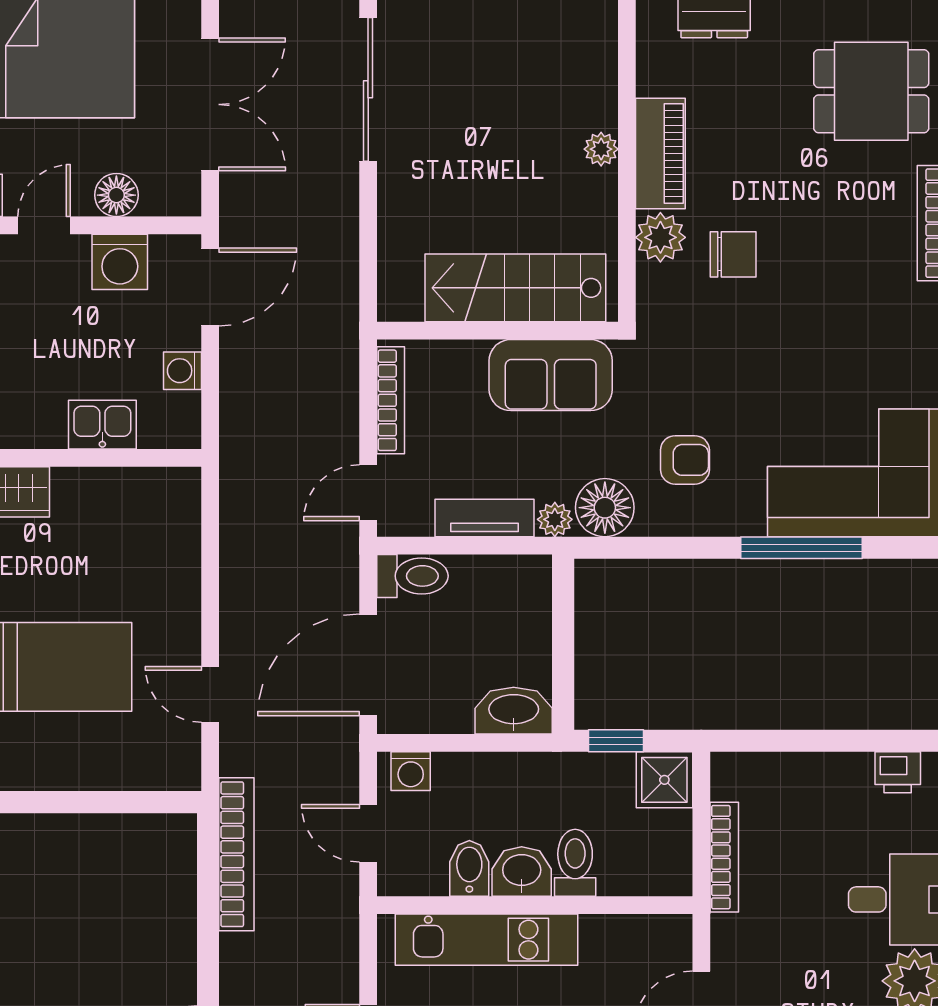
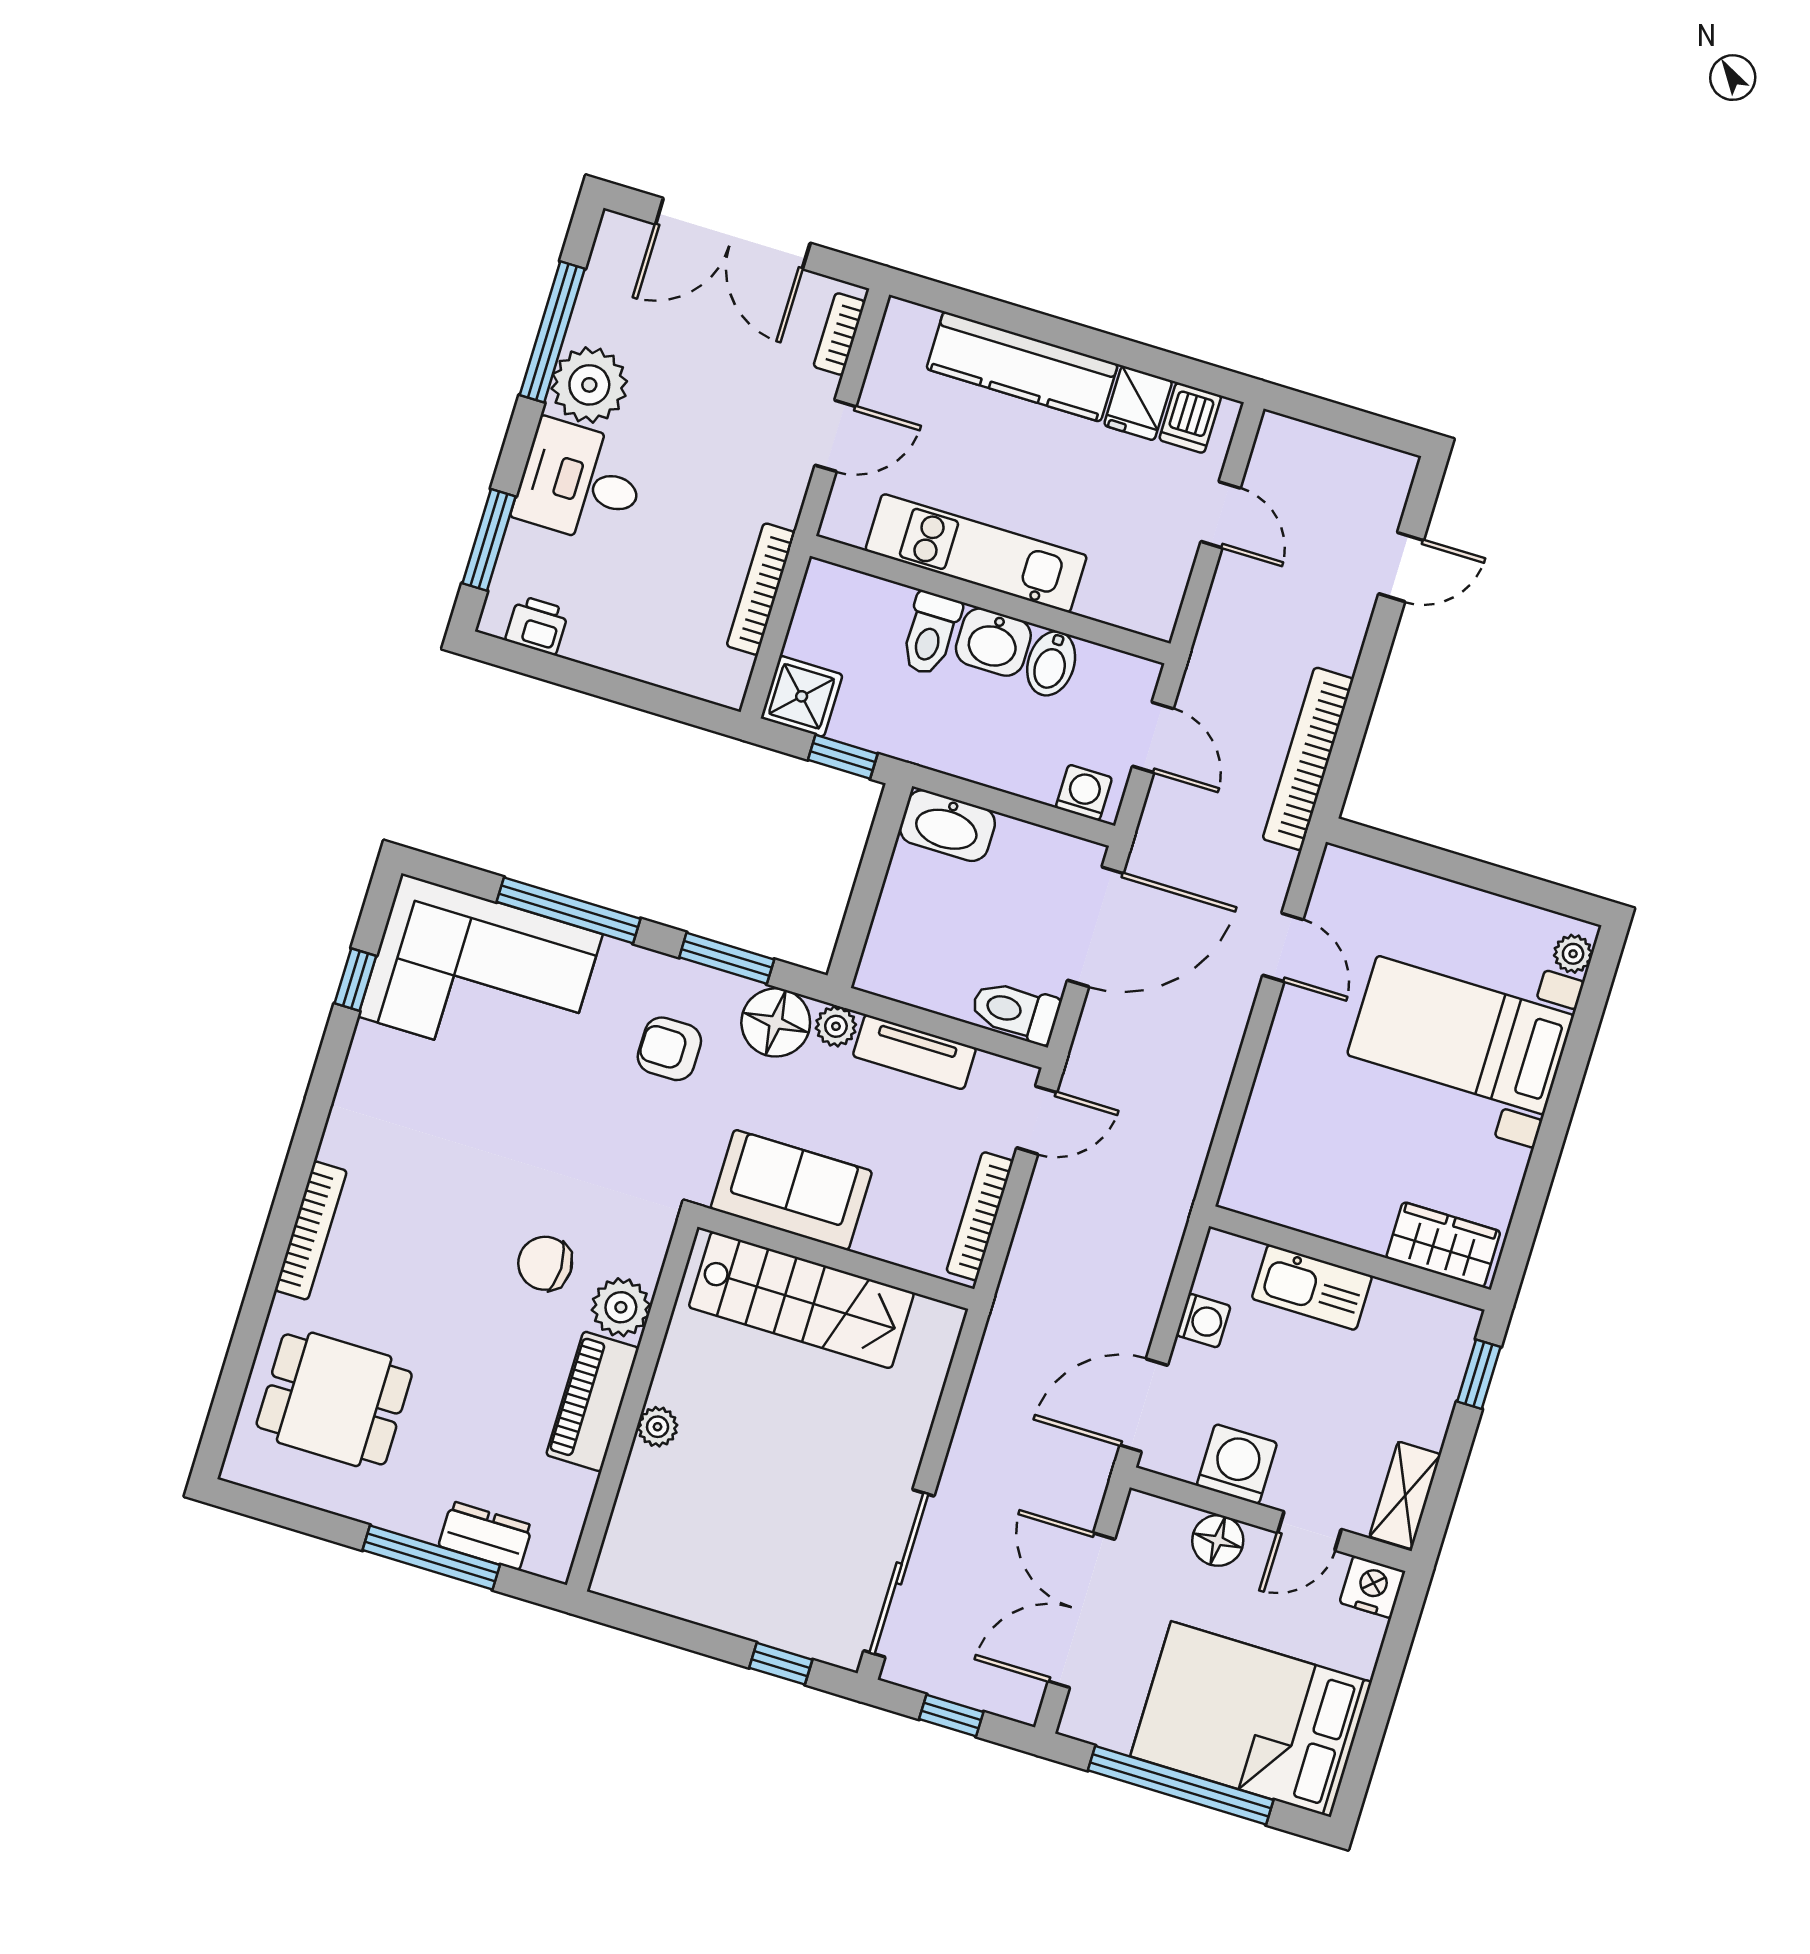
kitchen sink: (102, 425) -> (1312, 1287), width x1.38
window: (661, 548) -> (727, 958), added
kitchen unit: (487, 940) -> (976, 553), moved

